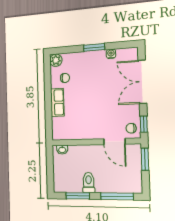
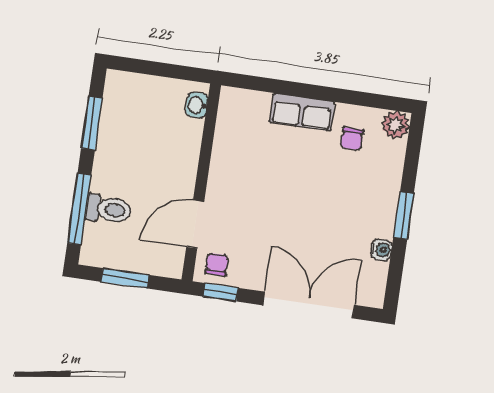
window: (145, 159) -> (125, 278), moved
toilet: (89, 183) -> (108, 209), moved

